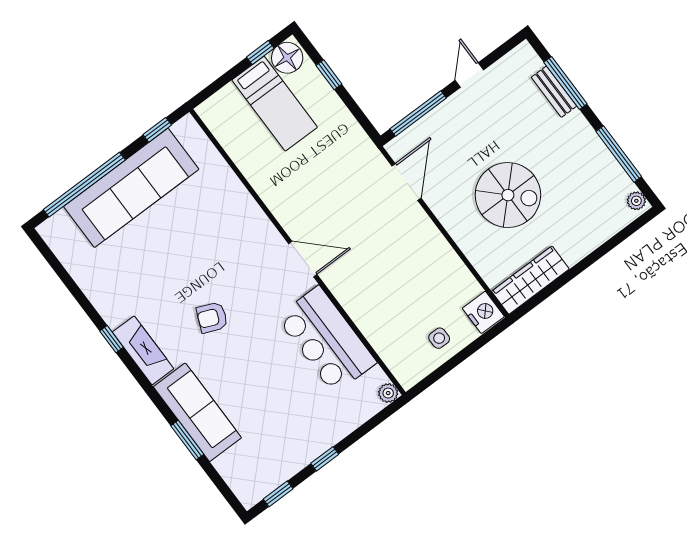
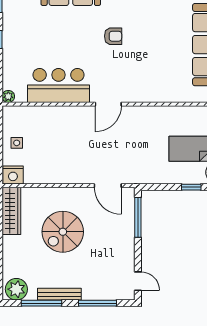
door: (469, 75) -> (138, 281), moved
bench: (554, 92) -> (59, 294), moved, width x1.36
plant: (636, 201) -> (16, 289), width x1.88, depth x1.88
armchair: (212, 318) -> (113, 36), turned 67

